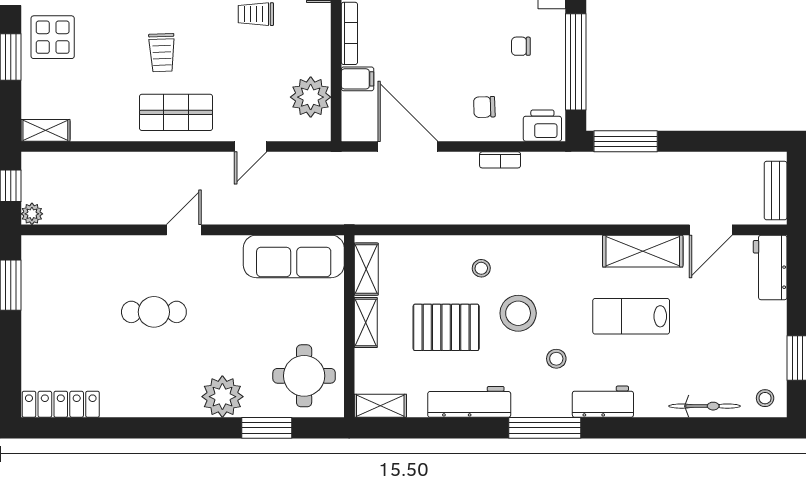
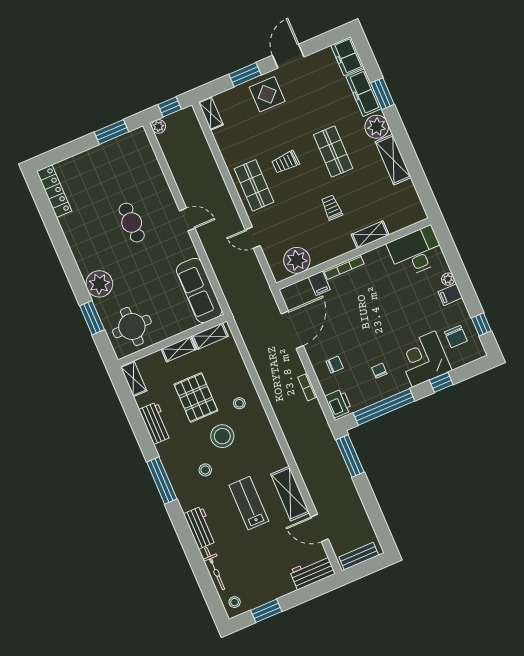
chair: (484, 107) -> (335, 365), turned 92
workbench: (469, 402) -> (155, 423), width x0.73
workbench: (603, 402) -> (200, 528), moved

